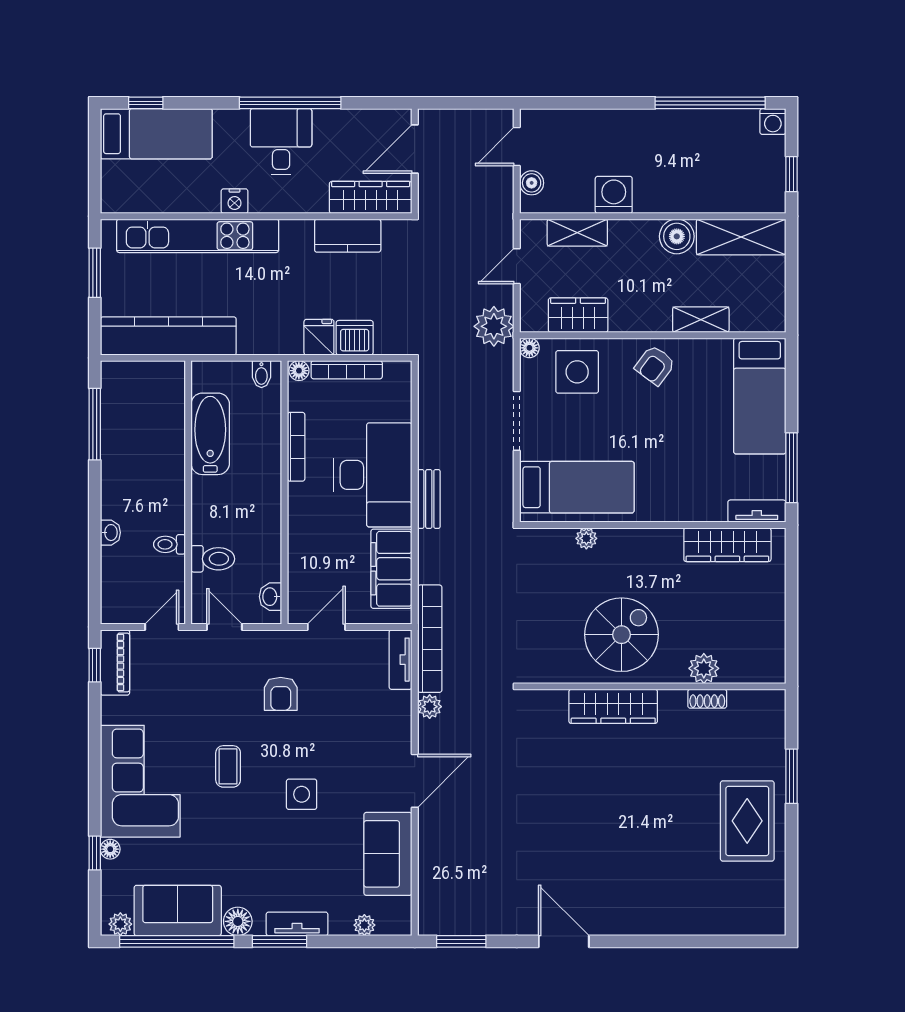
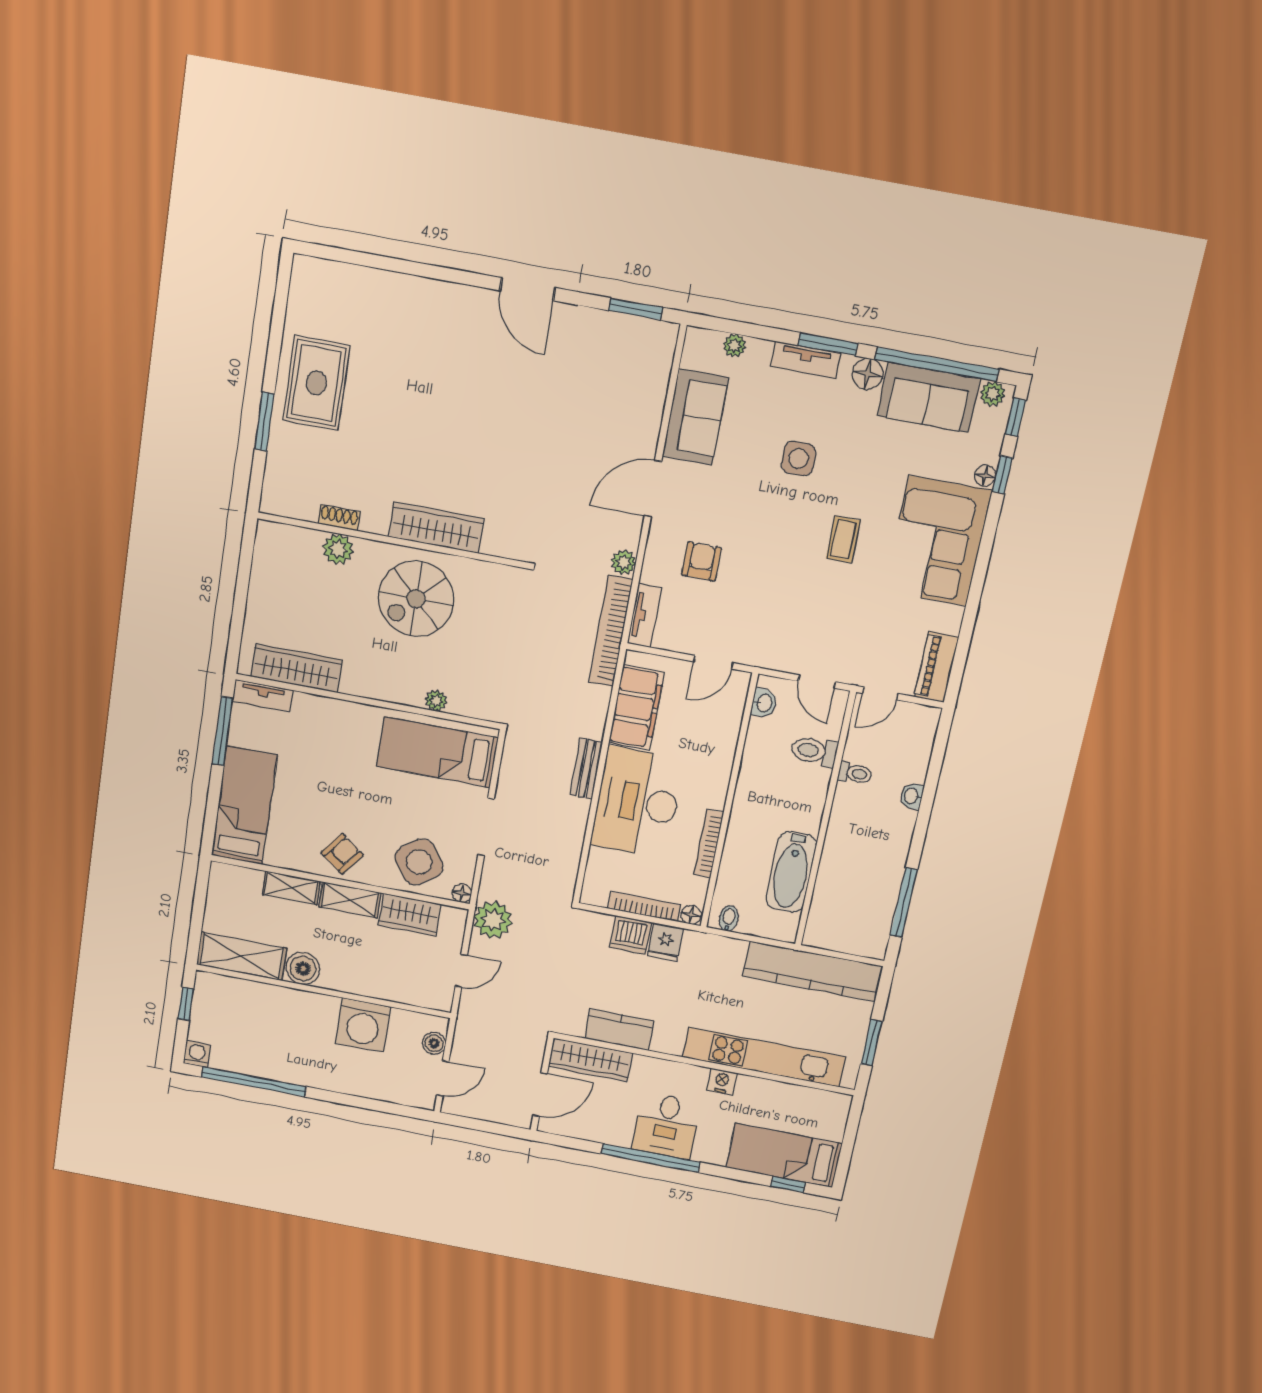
washing machine: (614, 195) -> (363, 1025), width x1.37, depth x1.37
shelving: (577, 233) -> (350, 900), moved
side table: (577, 372) -> (419, 862), turned -36
window: (95, 665) -> (1016, 417), moved
armchair: (281, 694) -> (701, 561), moved
side table: (302, 794) -> (799, 459), moved

